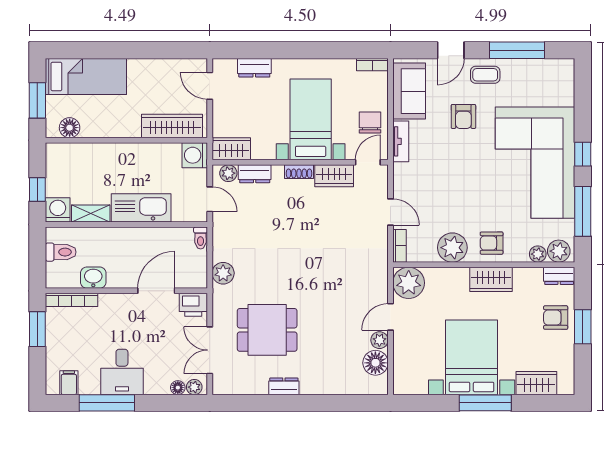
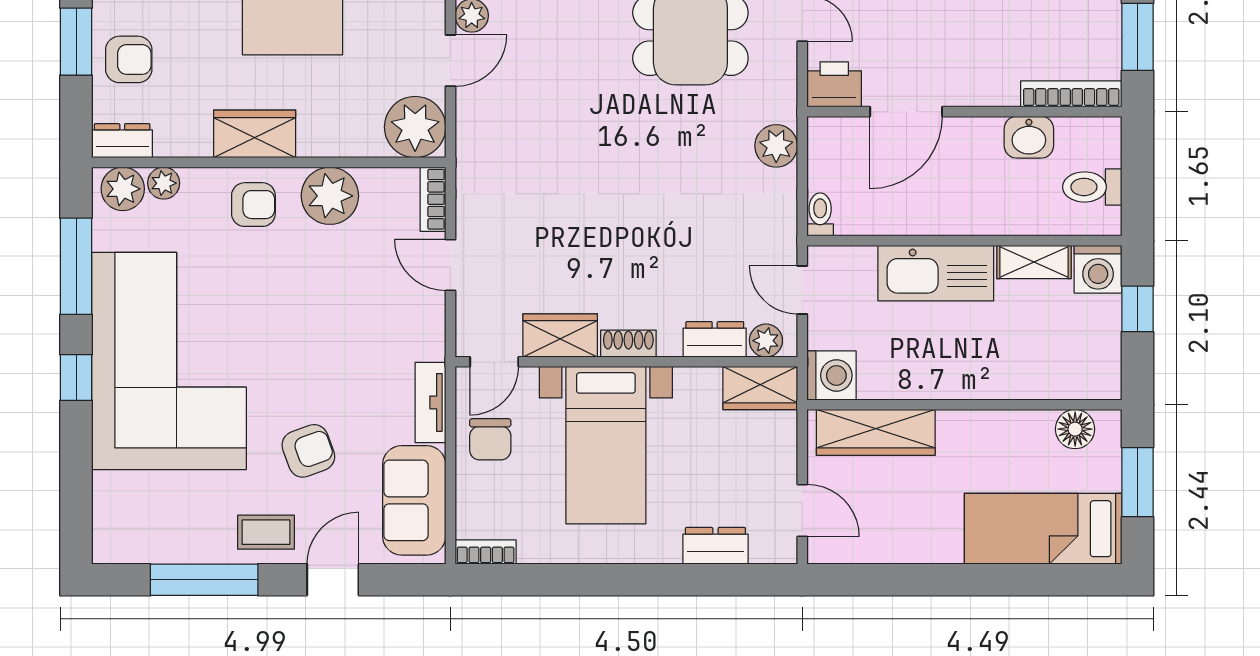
armchair: (463, 116) -> (308, 451), turned 70

